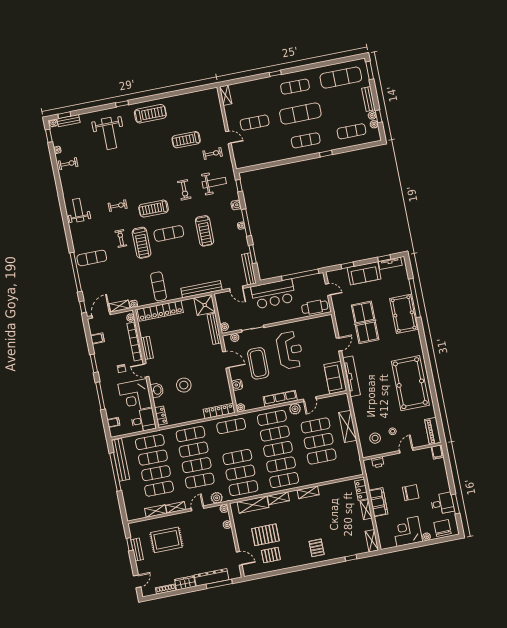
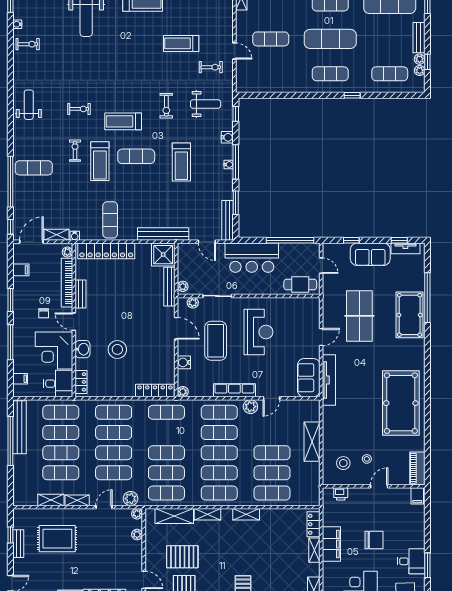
exercise mat: (316, 425) -> (272, 493), moved

